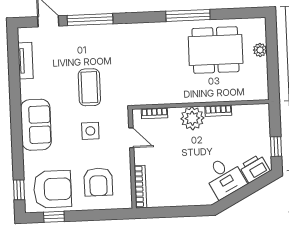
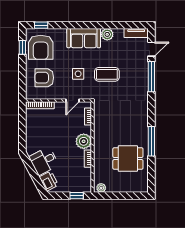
dining table: (216, 50) -> (128, 159), width x0.73
plant: (260, 50) -> (101, 188), moved
tv unit: (26, 61) -> (136, 33), moved
plant: (29, 89) -> (107, 34), added
window: (276, 147) -> (77, 196), moved

